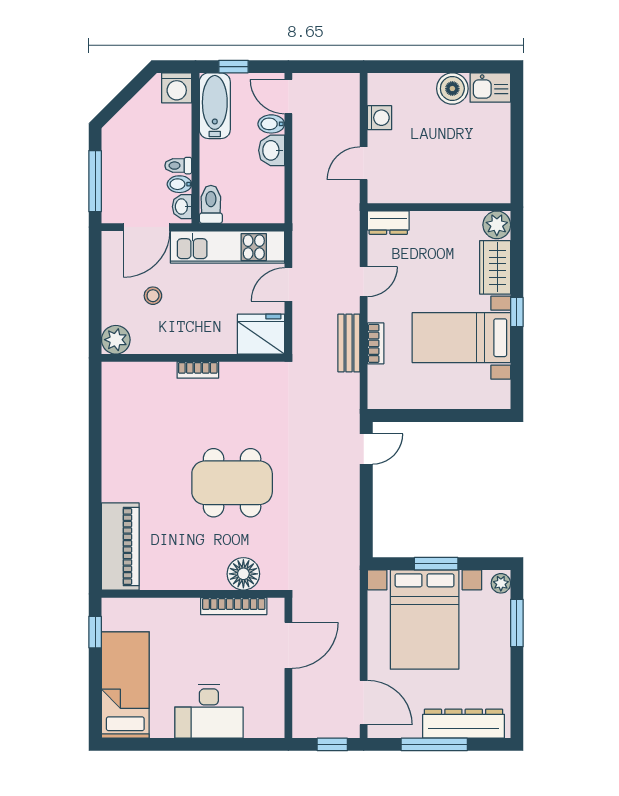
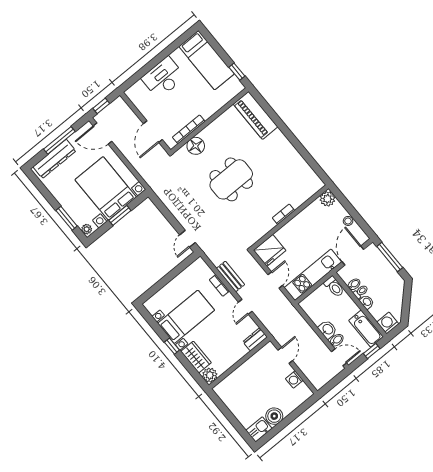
washbasin: (182, 207) -> (367, 302), moved
stool: (153, 296) -> (348, 221), moved

